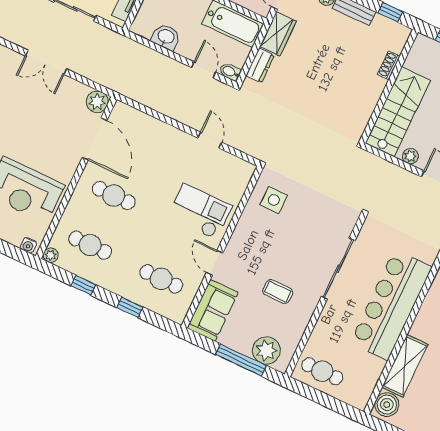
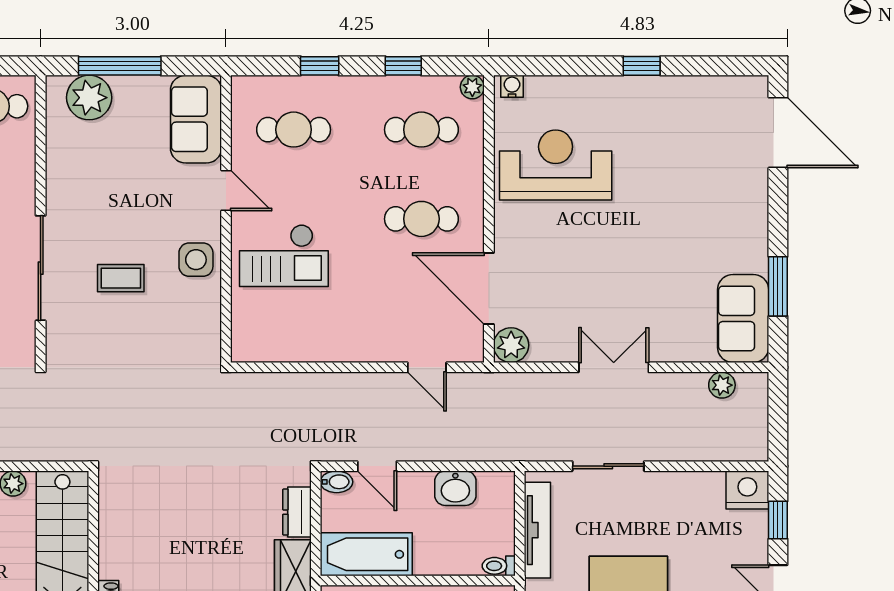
door: (210, 140) -> (427, 367), moved
side table: (274, 200) -> (196, 260), moved
coffee table: (278, 292) -> (121, 278), moved

